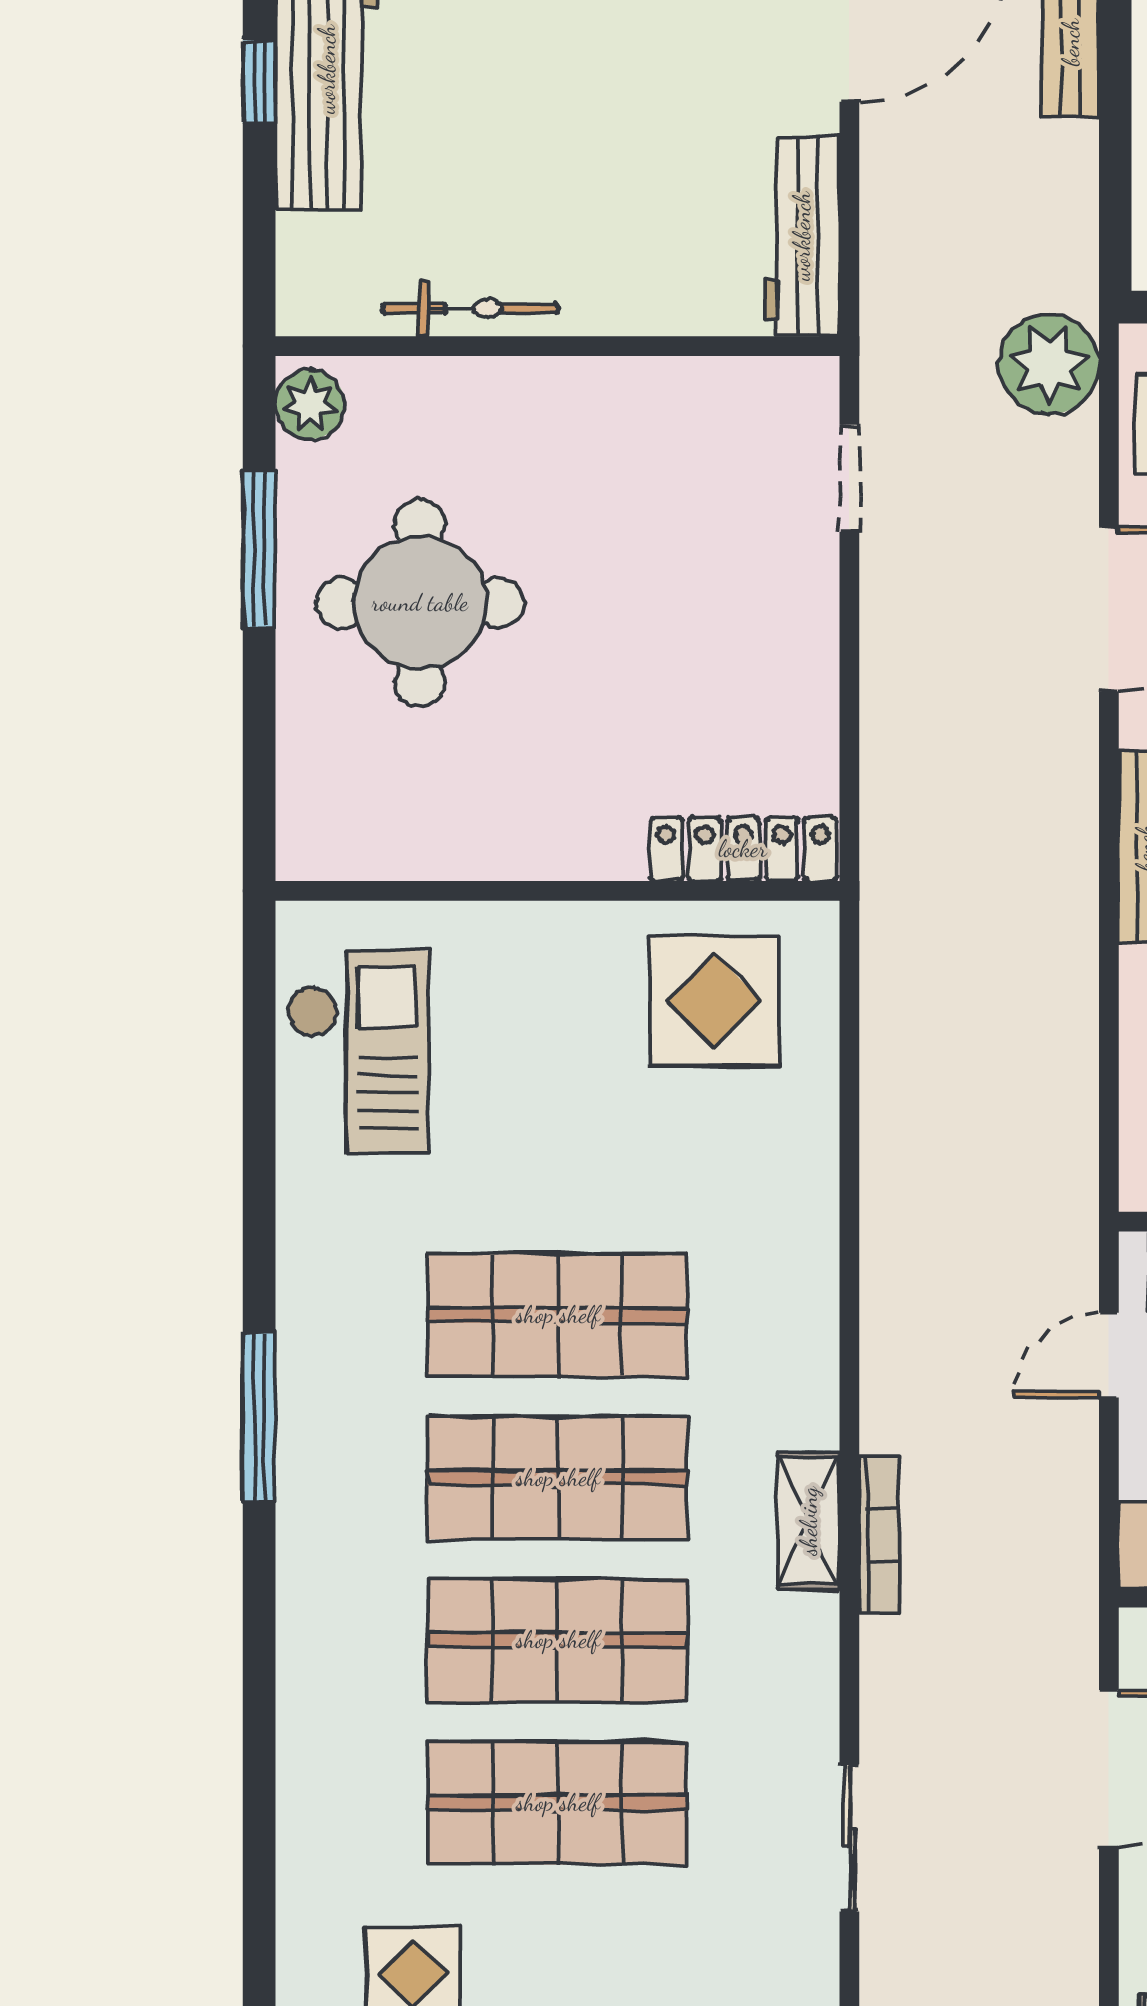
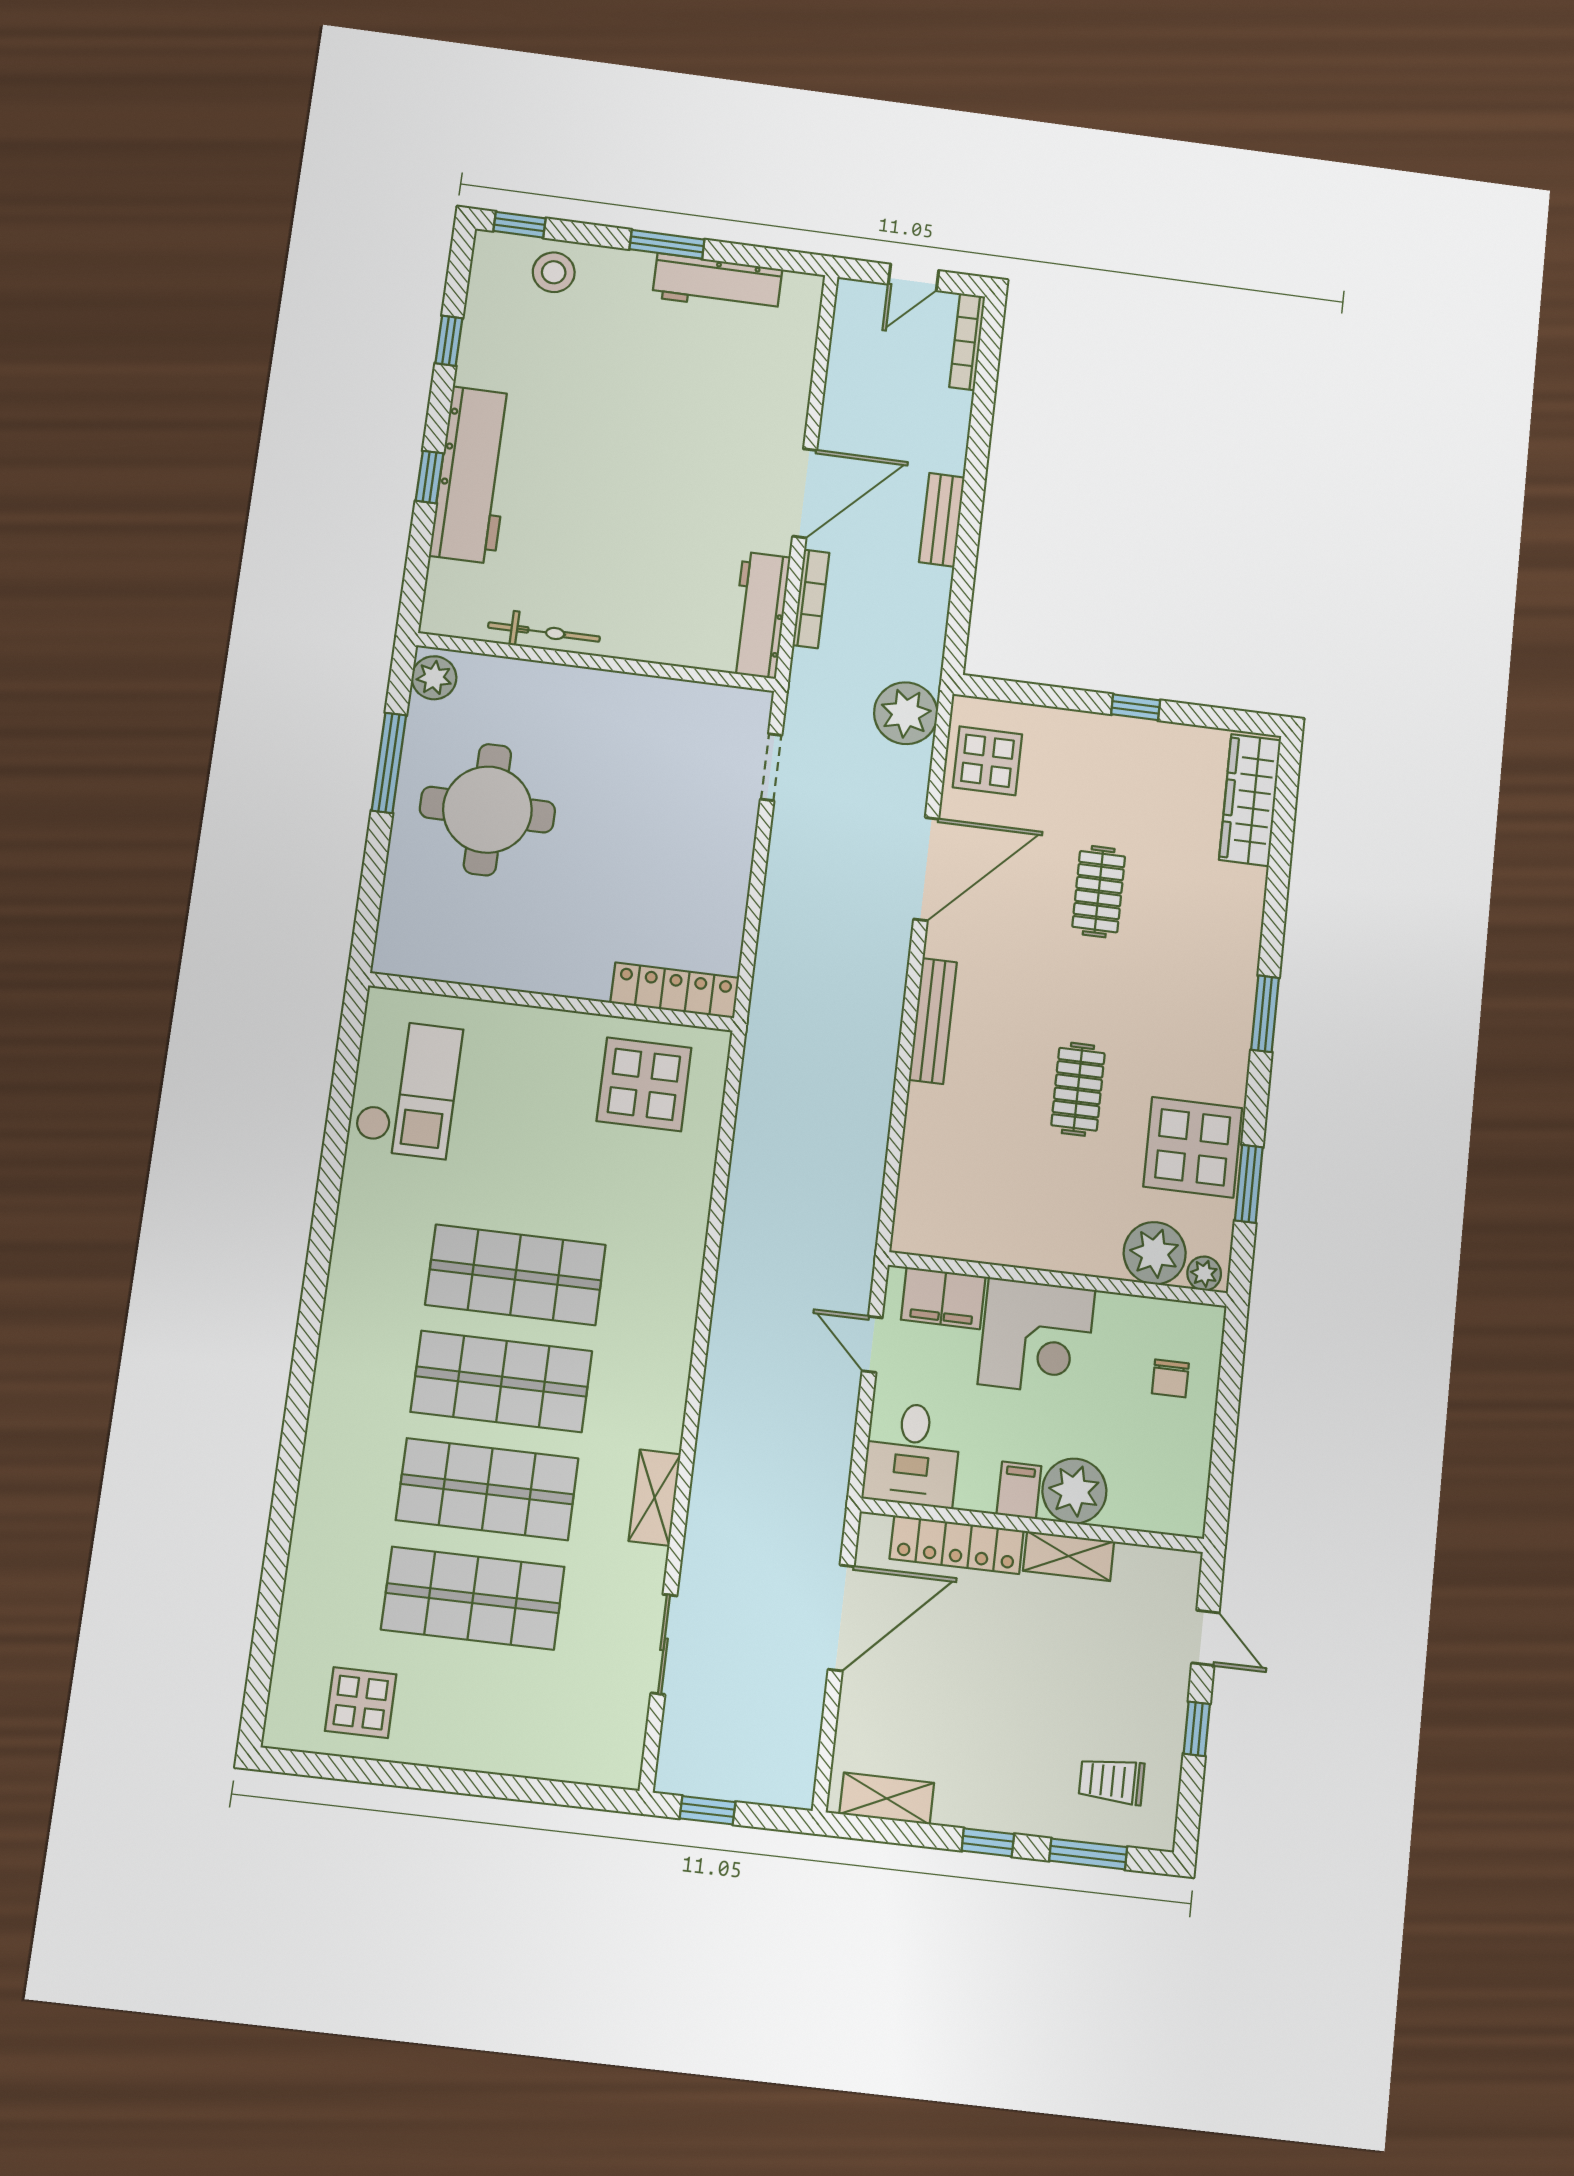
door: (1109, 1355) -> (872, 1344), hinge flipped
window: (259, 1418) -> (310, 1318), removed
shelving: (809, 1521) -> (655, 1498), moved
bookcase: (879, 1535) -> (811, 599), moved

